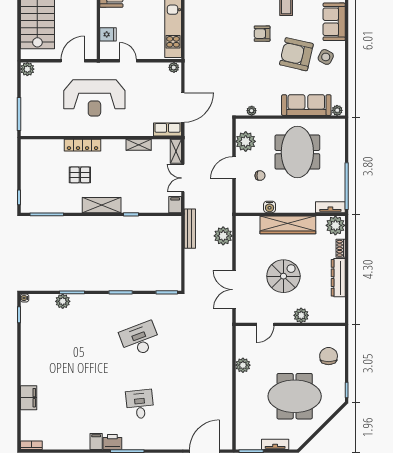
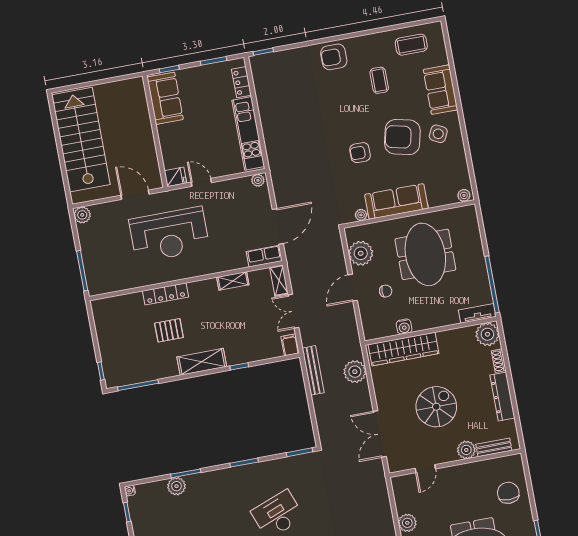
fridge: (108, 34) -> (175, 177), moved
armchair: (262, 34) -> (360, 153), moved
door: (73, 61) -> (135, 195), hinge flipped
sofa: (306, 105) -> (396, 201), moved
wardrobe: (288, 225) -> (403, 349), moved
bench: (324, 317) -> (494, 447), added

